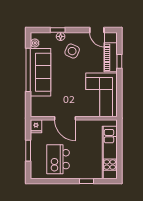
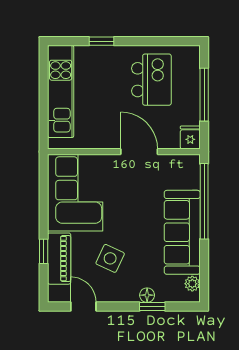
side table: (72, 51) -> (110, 258), moved
window: (28, 70) -> (204, 201), moved
window: (28, 151) -> (204, 95), width x1.44

